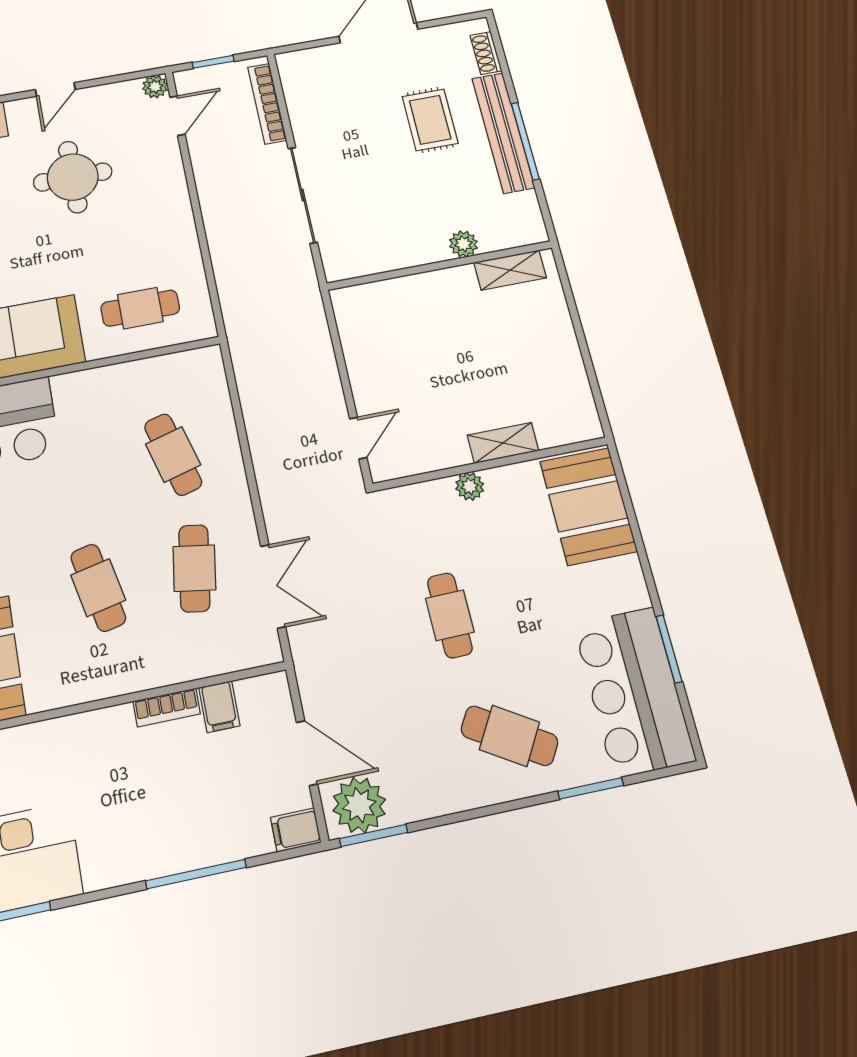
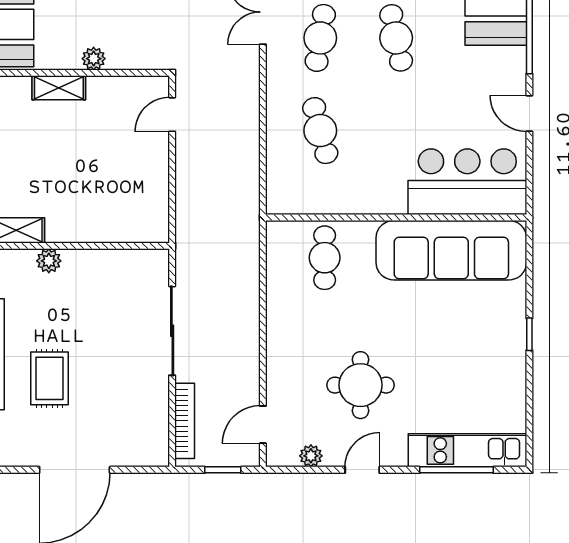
plant: (155, 87) -> (311, 456), moved
cafe table: (140, 308) -> (325, 258), turned 90

